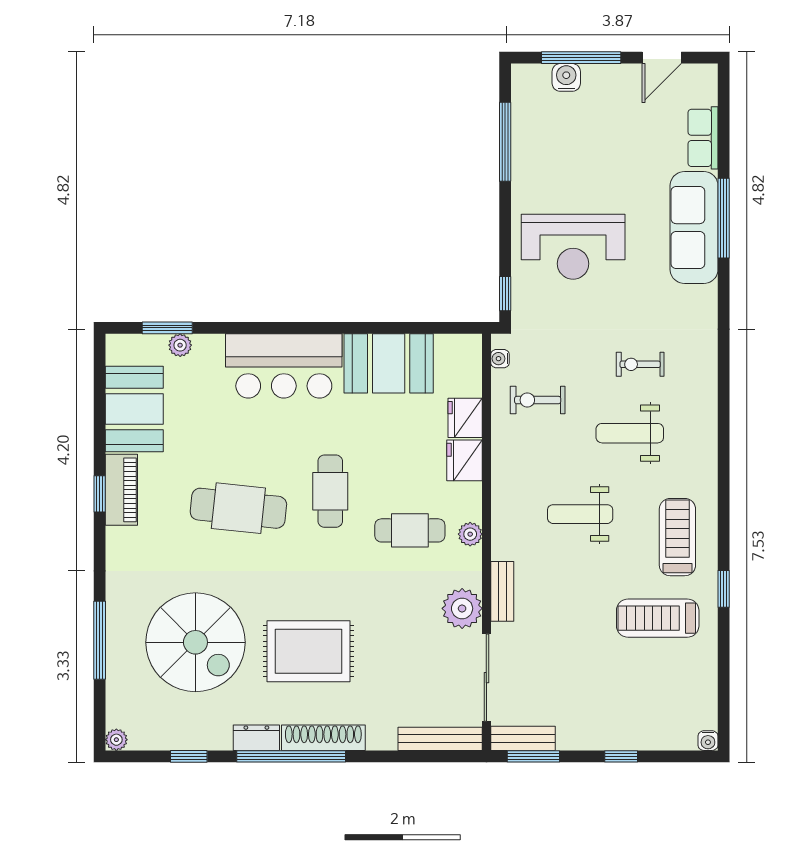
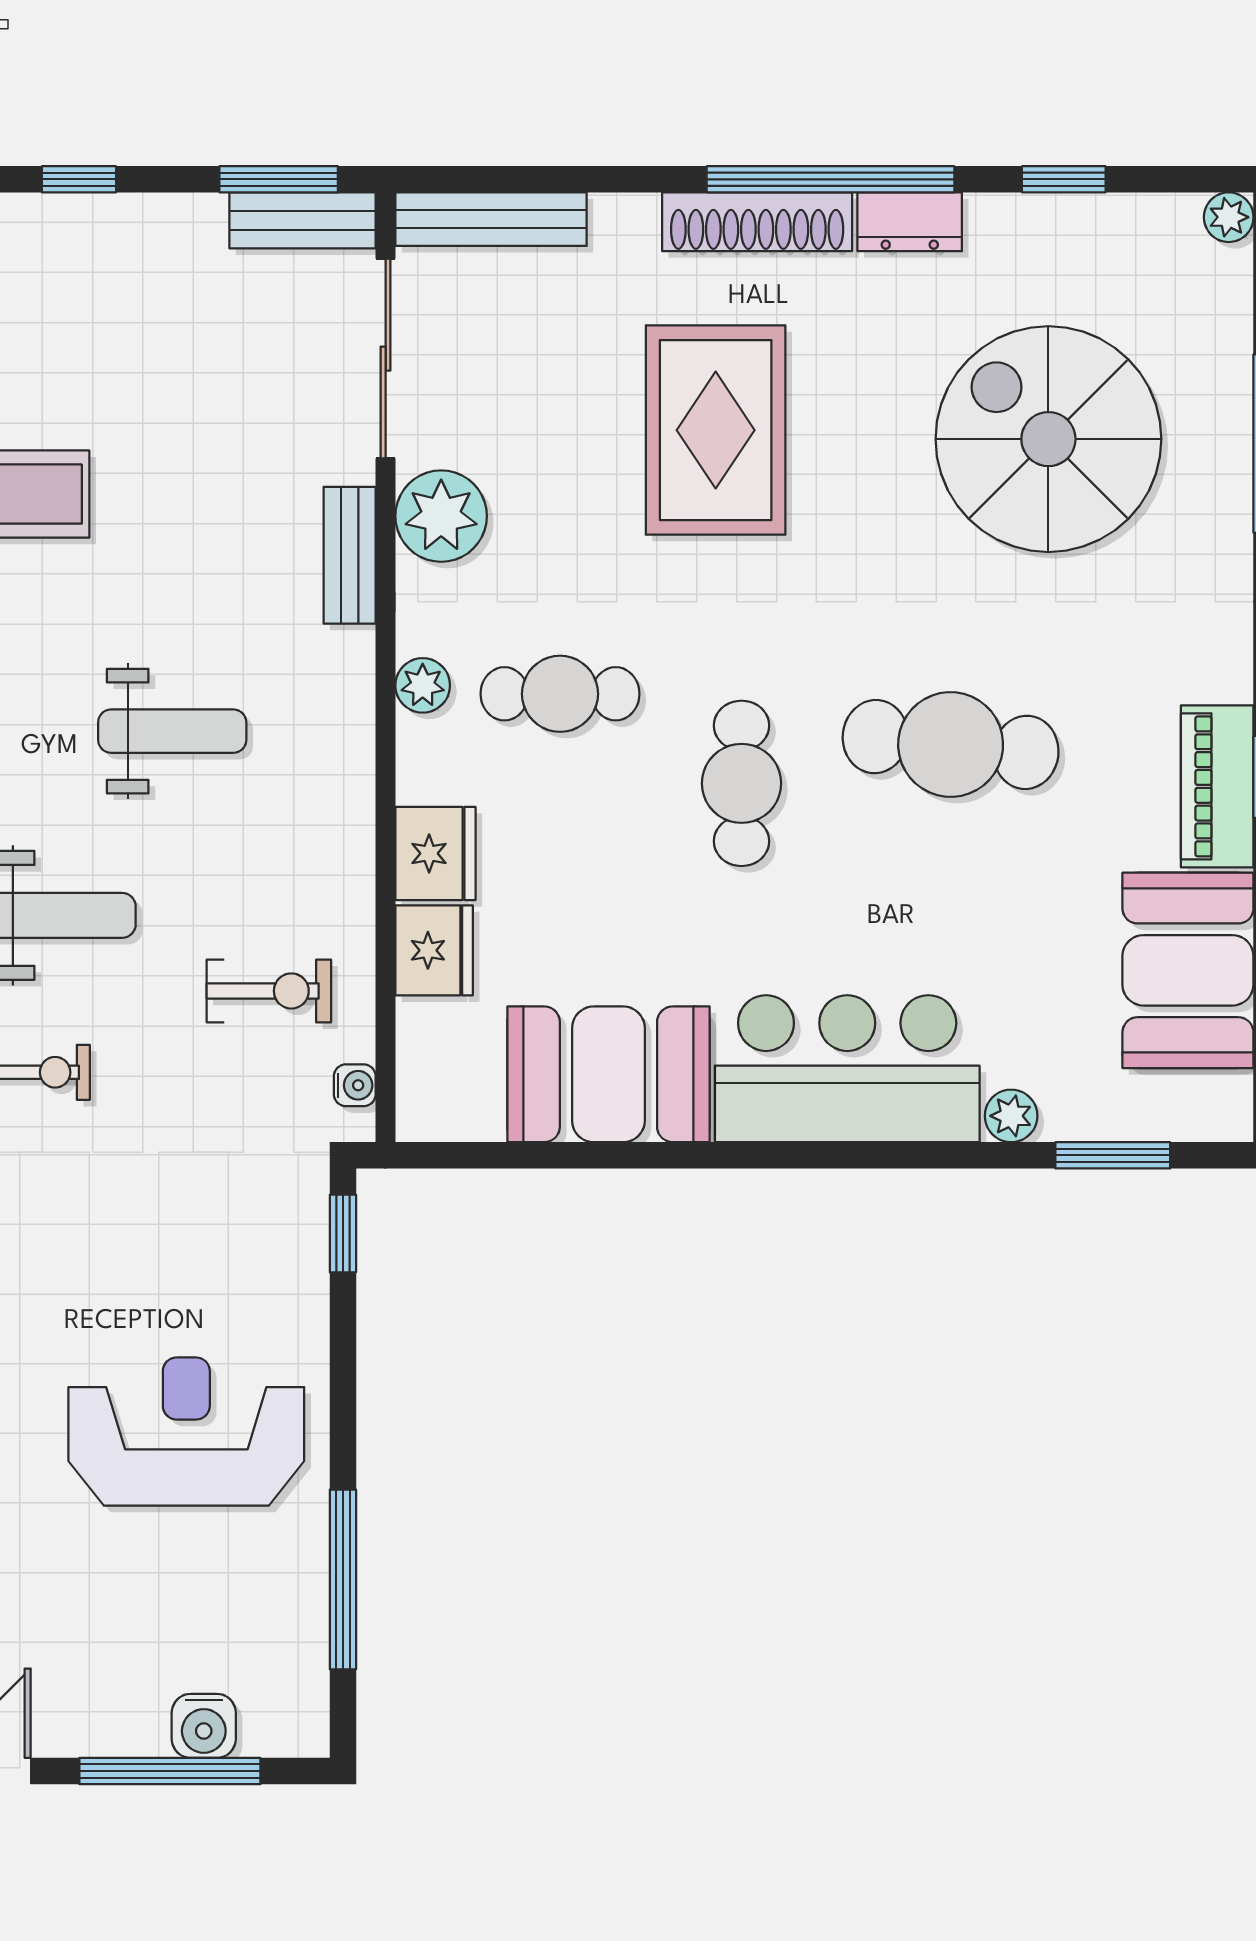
reception desk: (573, 247) -> (186, 1432), moved
plant: (180, 345) -> (1011, 1116), moved
rug: (308, 651) -> (716, 430), moved, turned 90

